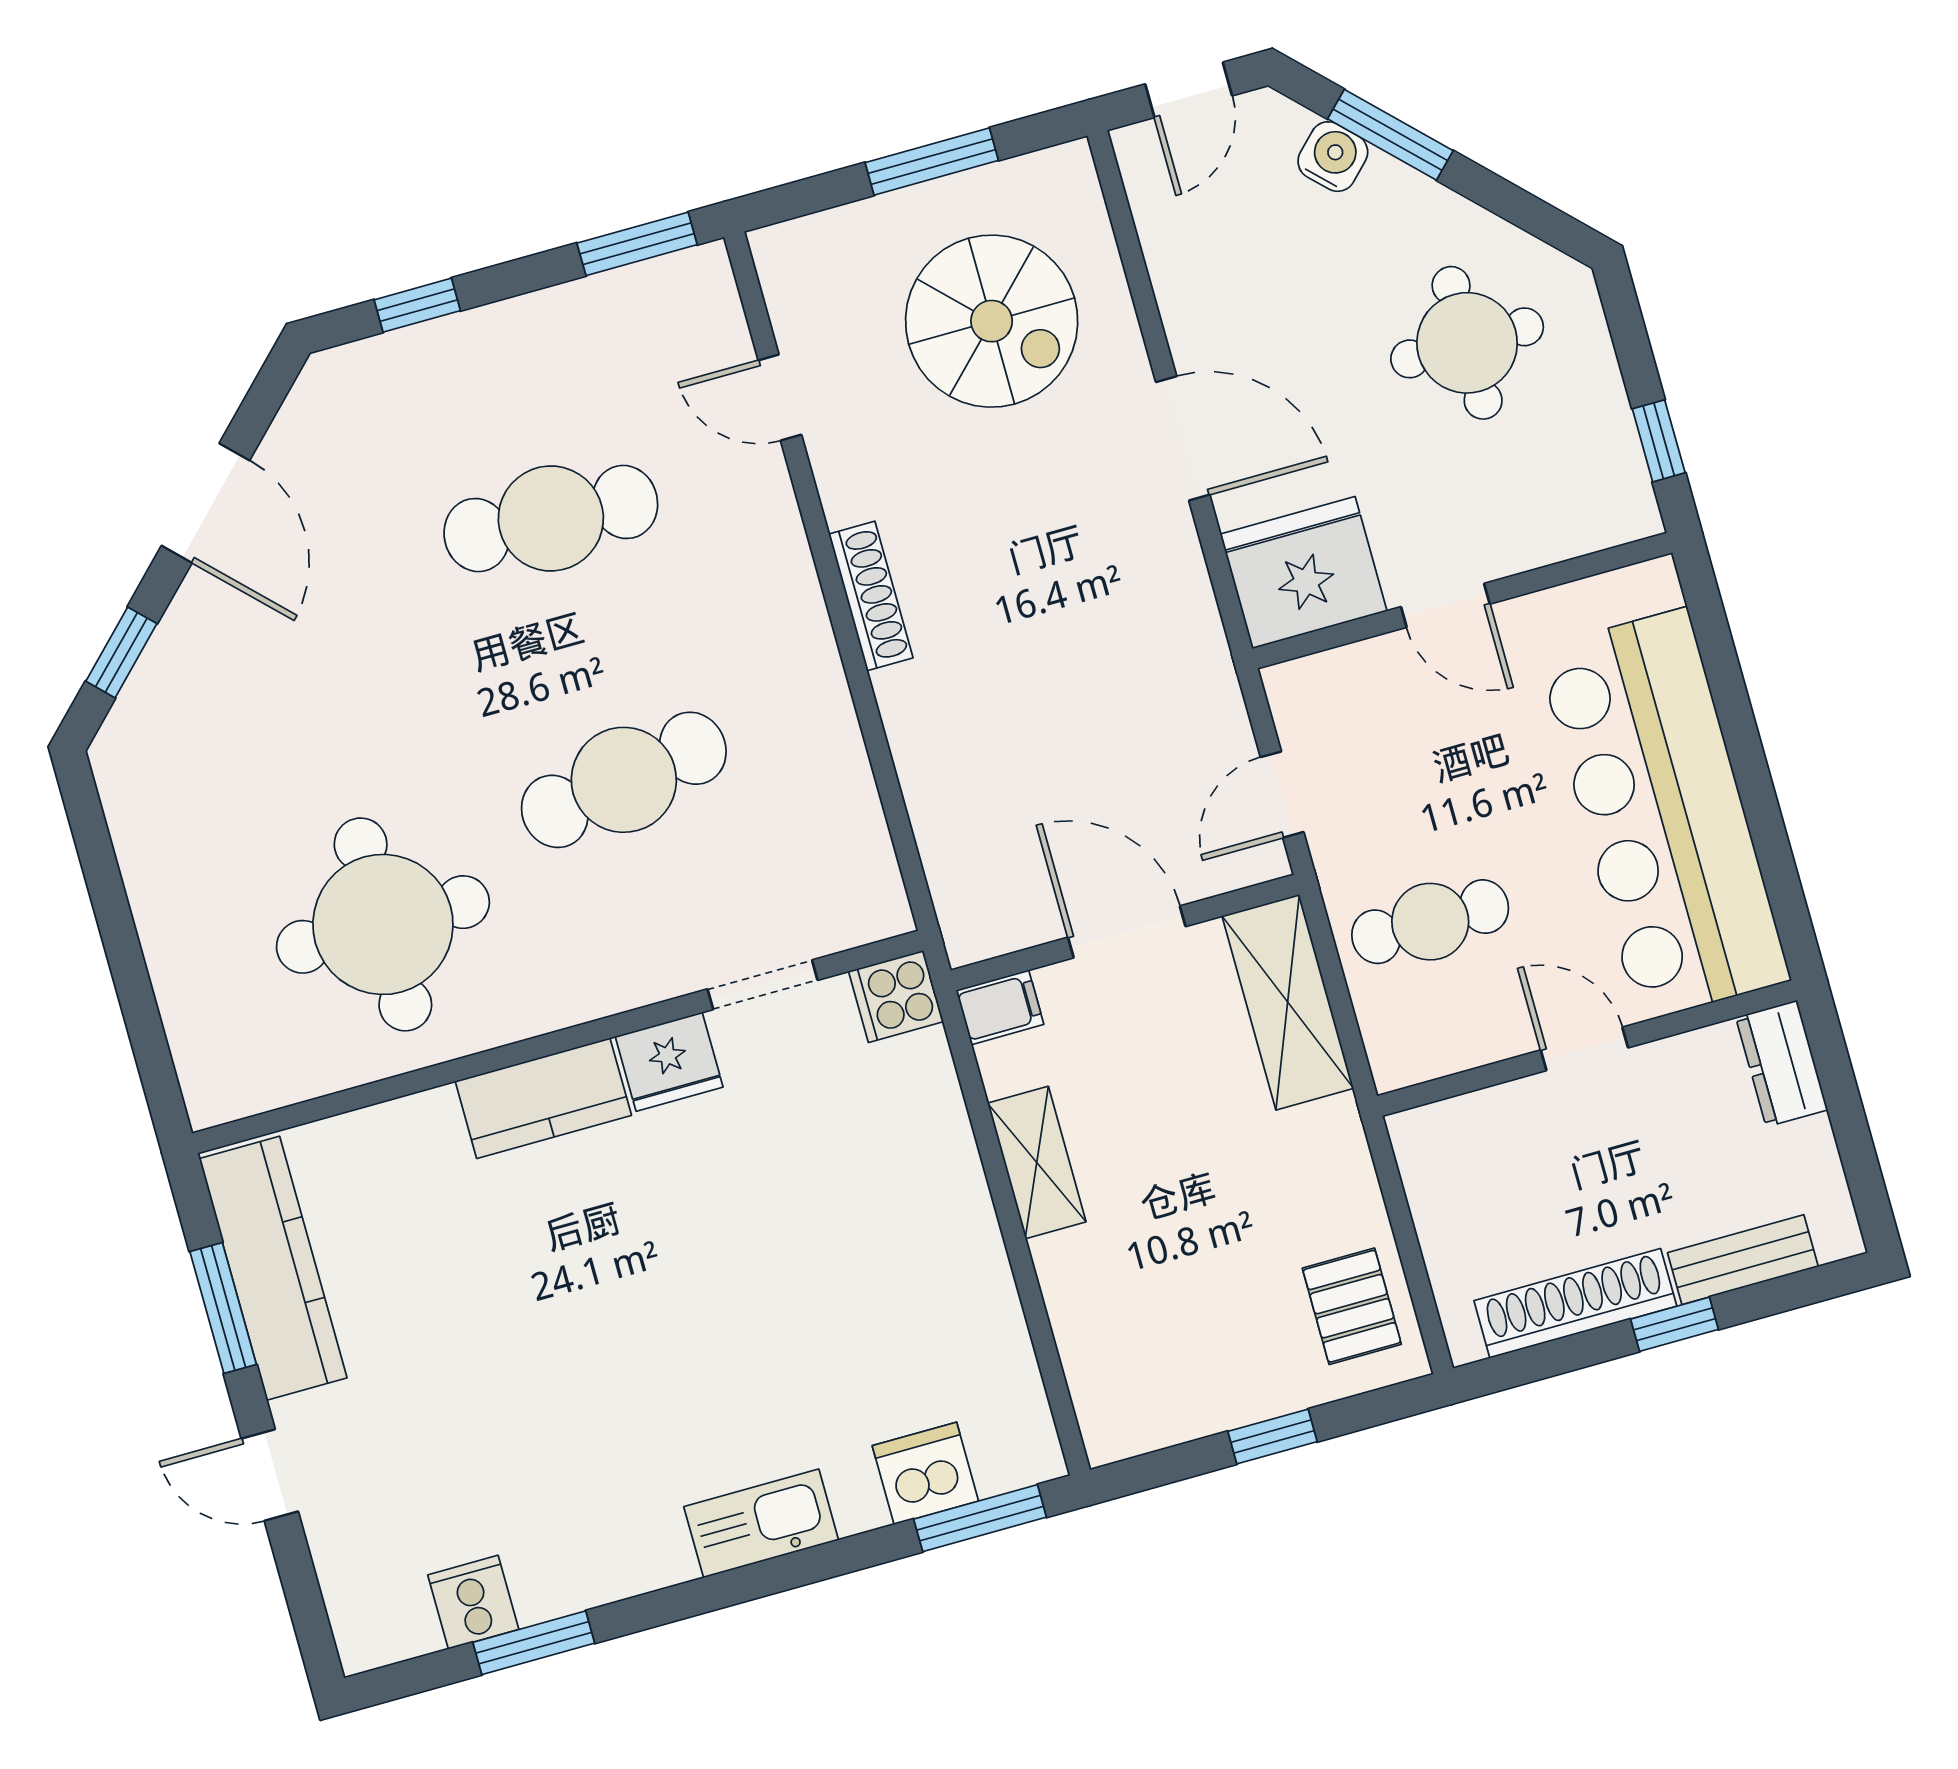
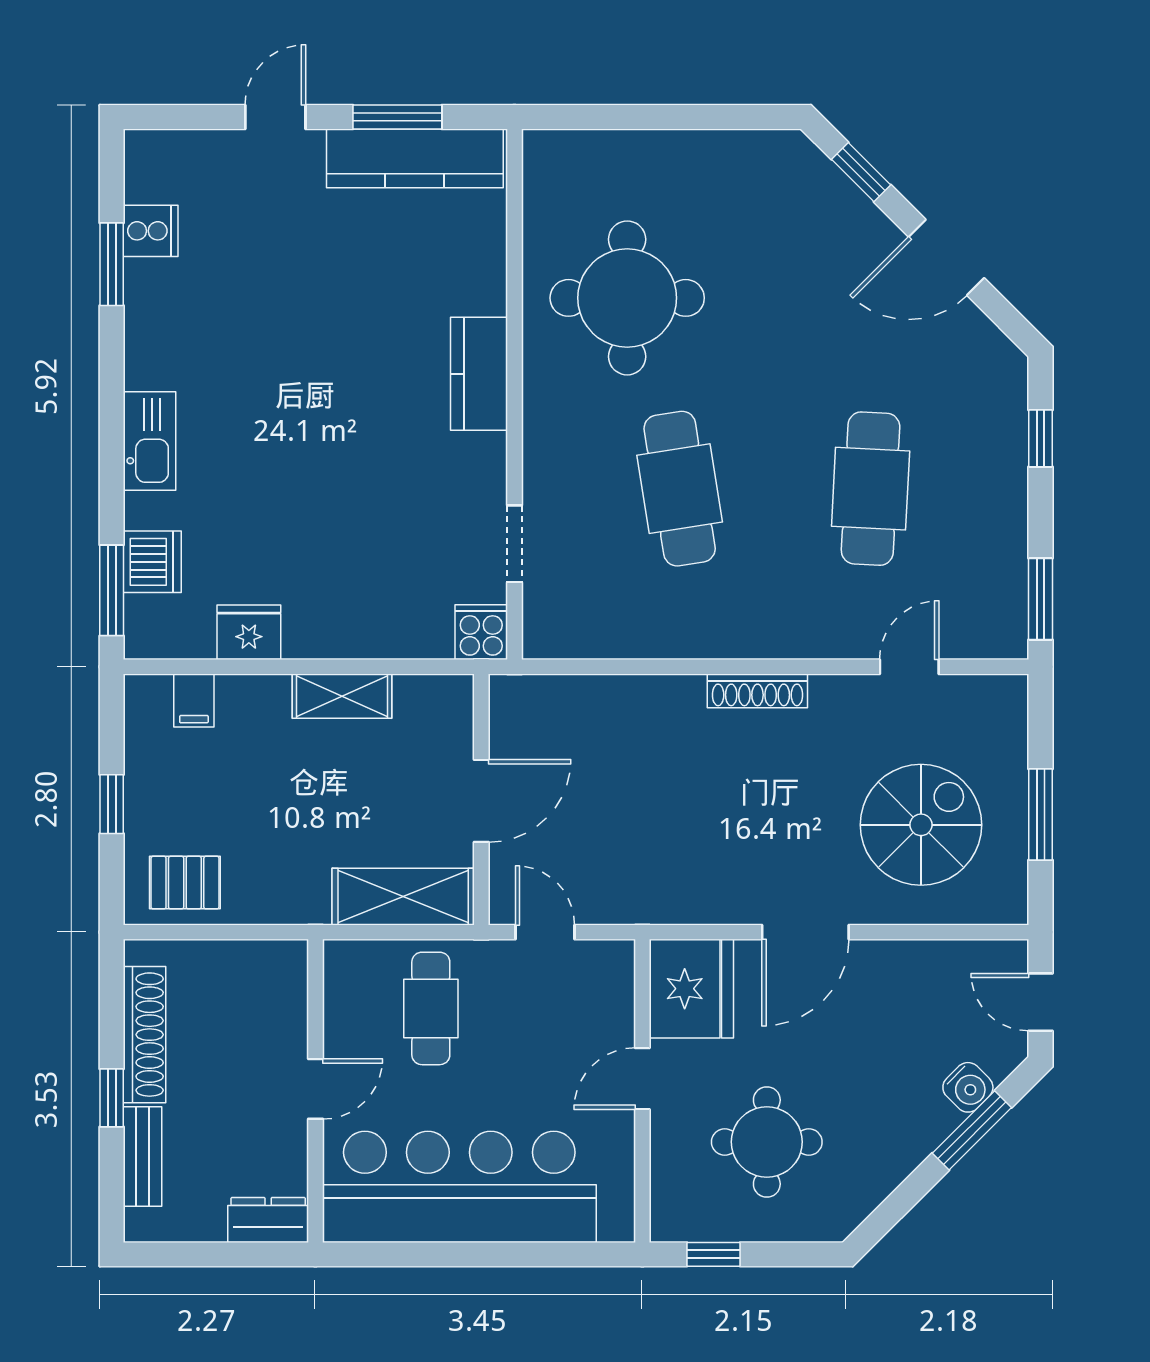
spiral stairs: (992, 321) -> (921, 825), turned 180
round table: (1467, 343) -> (767, 1142), moved
filing cabinet: (1000, 1007) -> (194, 700), moved
fridge: (669, 1062) -> (249, 632), moved, turned 90

